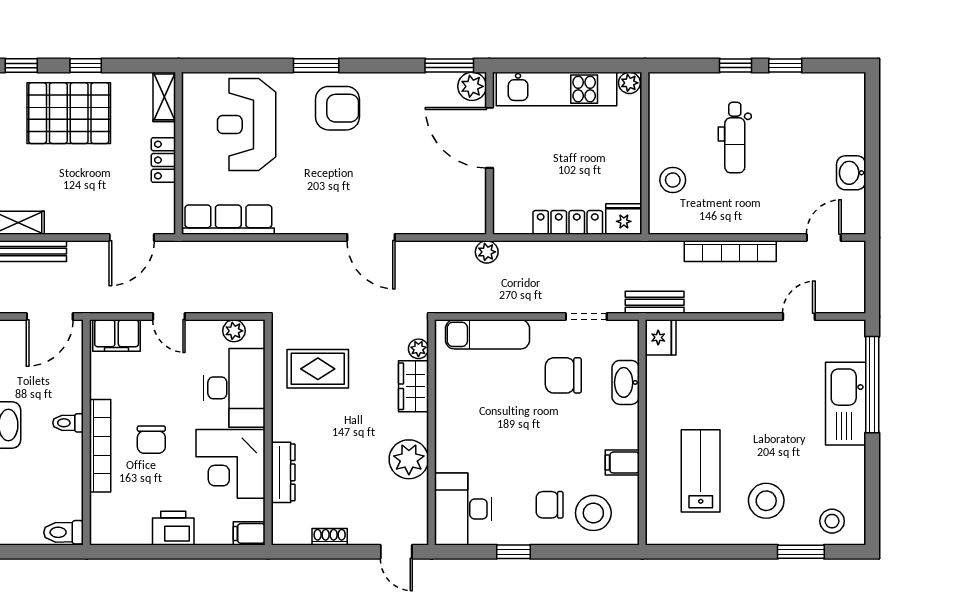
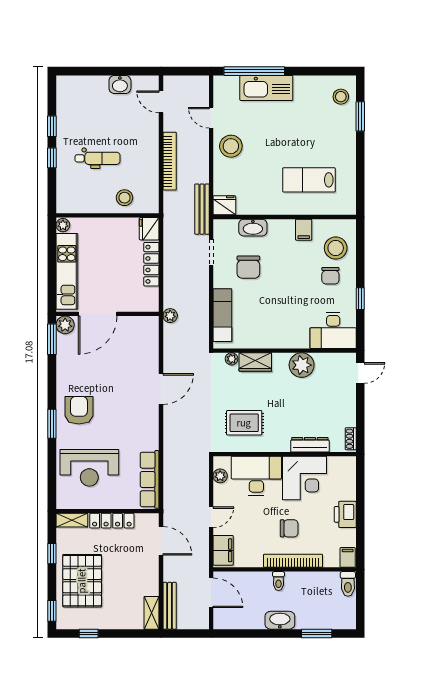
window: (86, 66) -> (52, 554), moved
locker: (163, 160) -> (112, 521), width x1.53
bench: (655, 302) -> (202, 209), width x1.36
rug: (318, 369) -> (244, 423), turned 90
stool: (766, 501) -> (231, 146), moved
filing cabinet: (249, 533) -> (348, 557), moved, turned 180
shoe rack: (330, 537) -> (351, 439), moved

